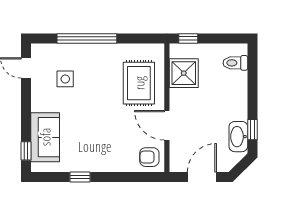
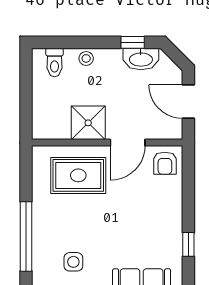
window: (188, 39) -> (26, 118), removed
shower: (184, 73) -> (88, 123), moved
stool: (239, 90) -> (86, 58), added

